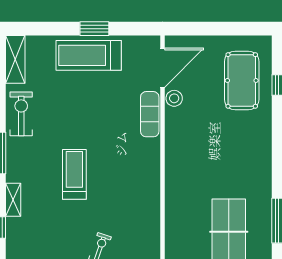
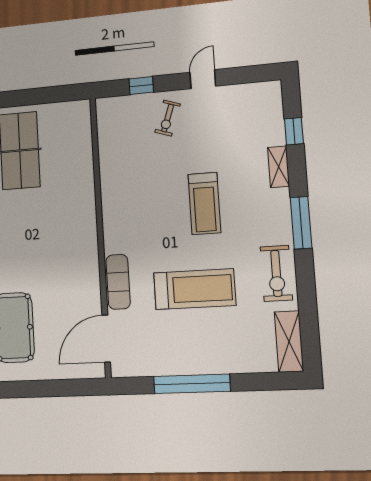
window: (94, 29) -> (192, 384), width x2.11
treadmill: (89, 55) -> (194, 289), moved
stool: (174, 98) -> (90, 302), removed

